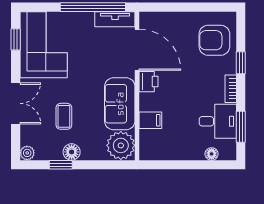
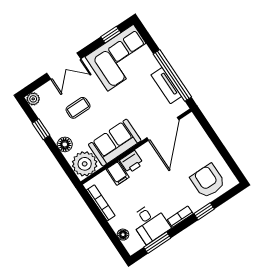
tv unit: (115, 19) -> (166, 86), moved
printer: (149, 82) -> (132, 162), moved
floor lamp: (72, 152) -> (65, 144), moved
bookcase: (168, 155) -> (101, 203), added

